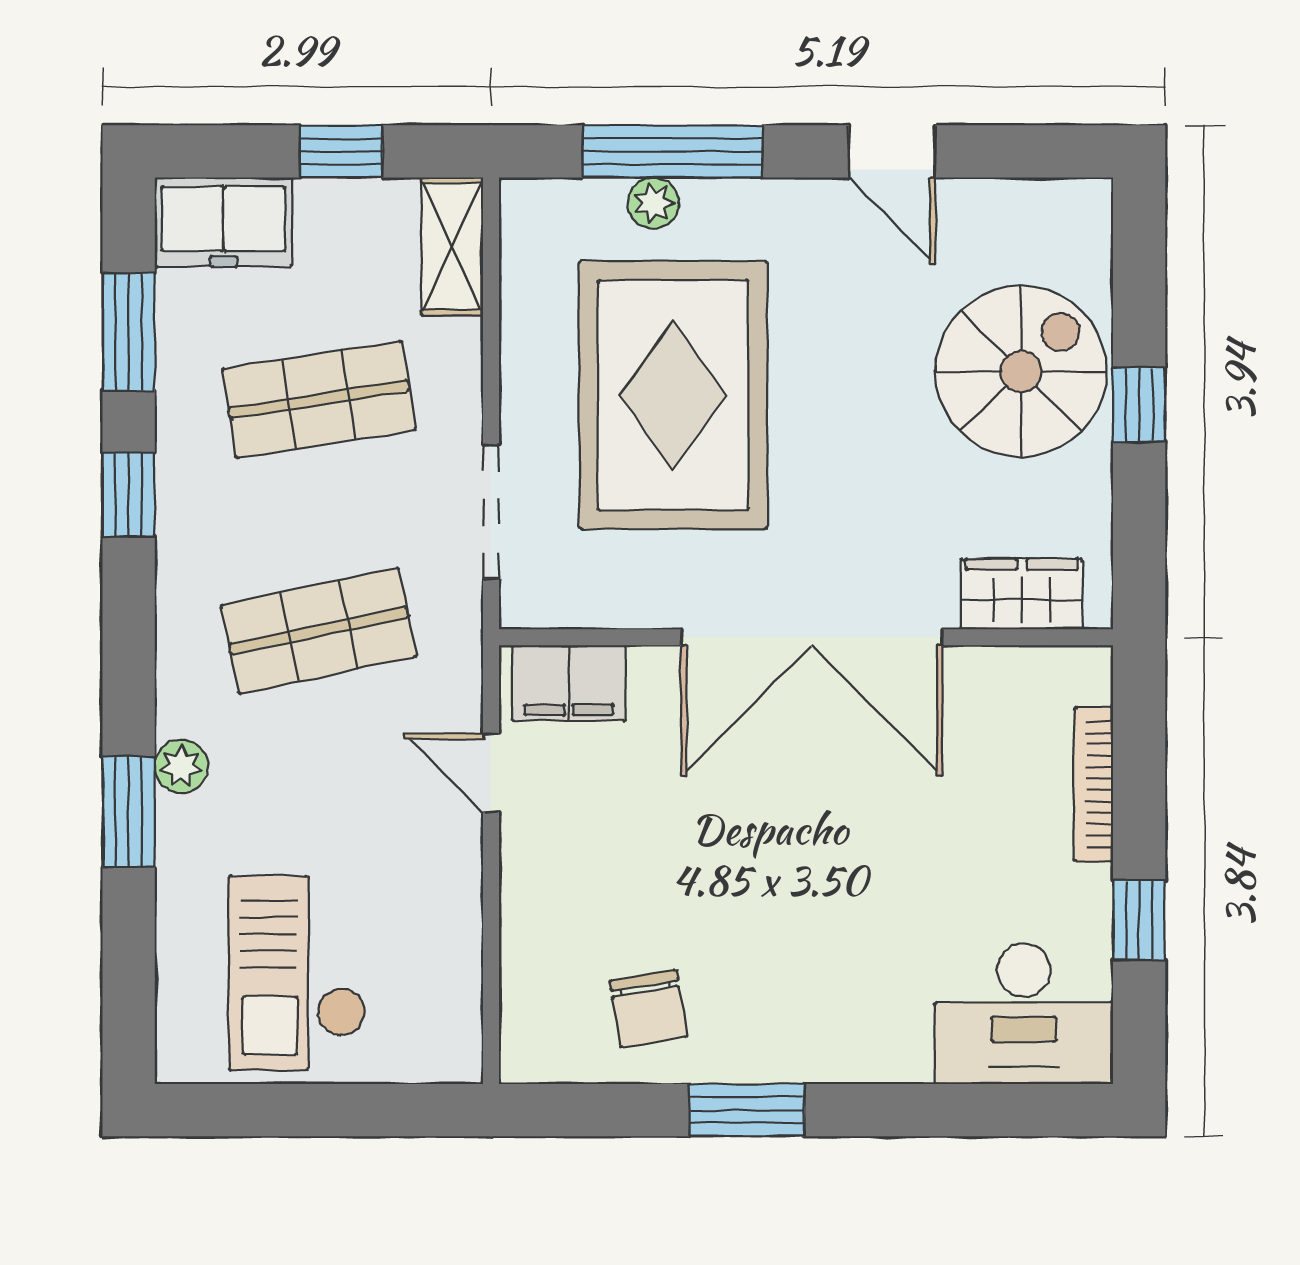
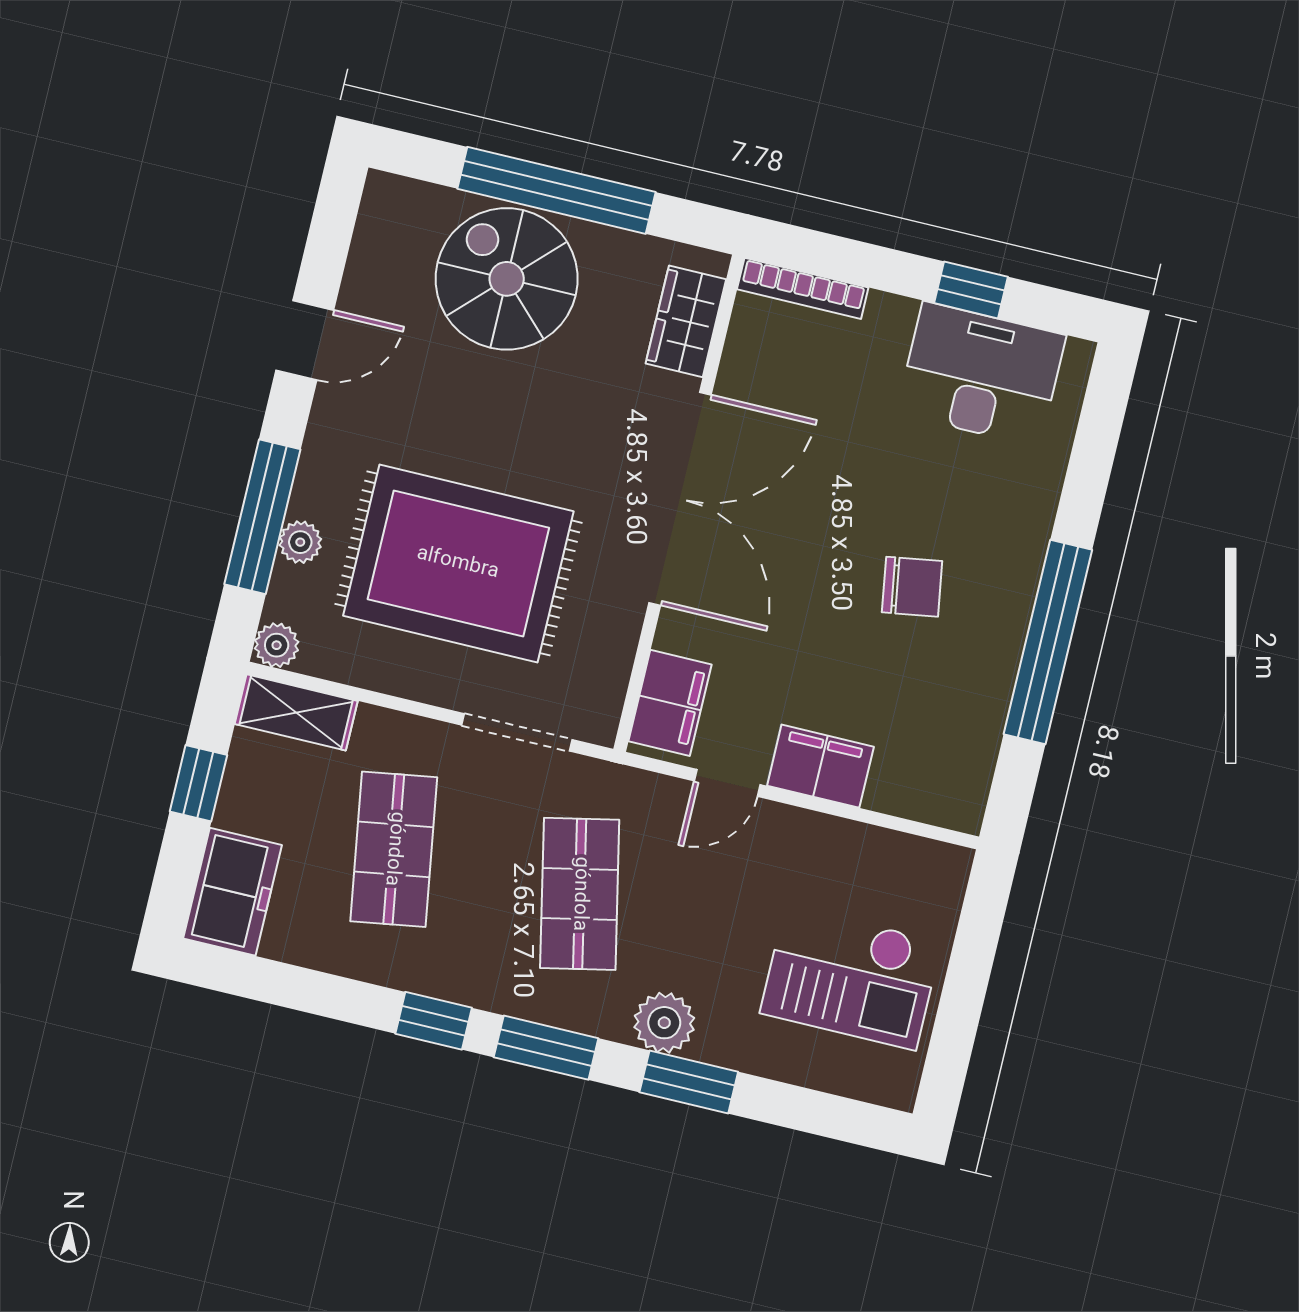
plant: (526, 204) -> (277, 645), added
window: (129, 332) -> (546, 1048), moved
window: (1139, 405) -> (556, 190), width x3.17
plant: (181, 767) -> (664, 1023), width x1.38, depth x1.38
bookcase: (1093, 784) -> (803, 288), moved
filing cabinet: (537, 878) -> (820, 766), added
chair: (648, 1009) -> (912, 587), moved
desk: (1024, 1014) -> (981, 374), moved, turned -90
window: (747, 1110) -> (1048, 642), width x2.11

